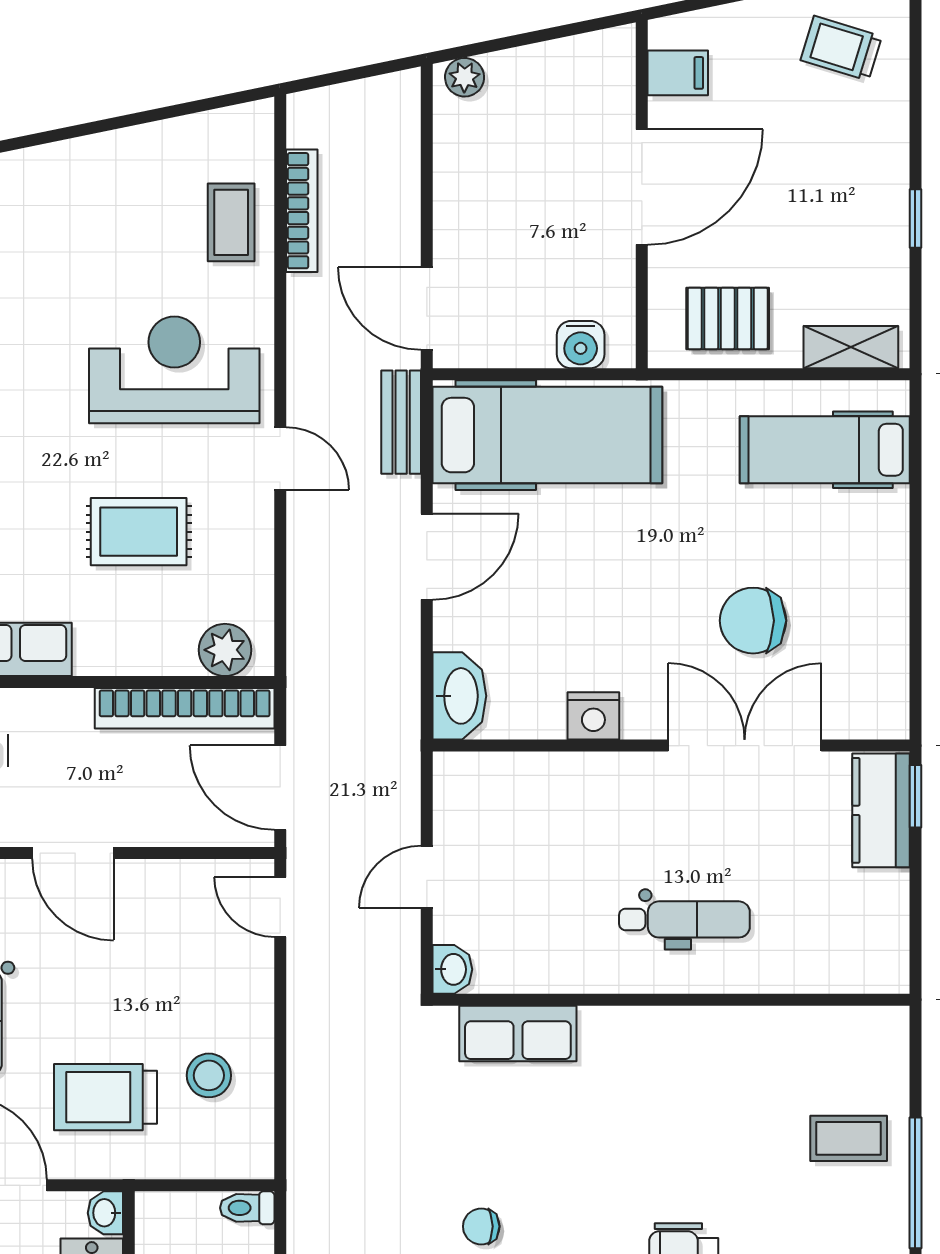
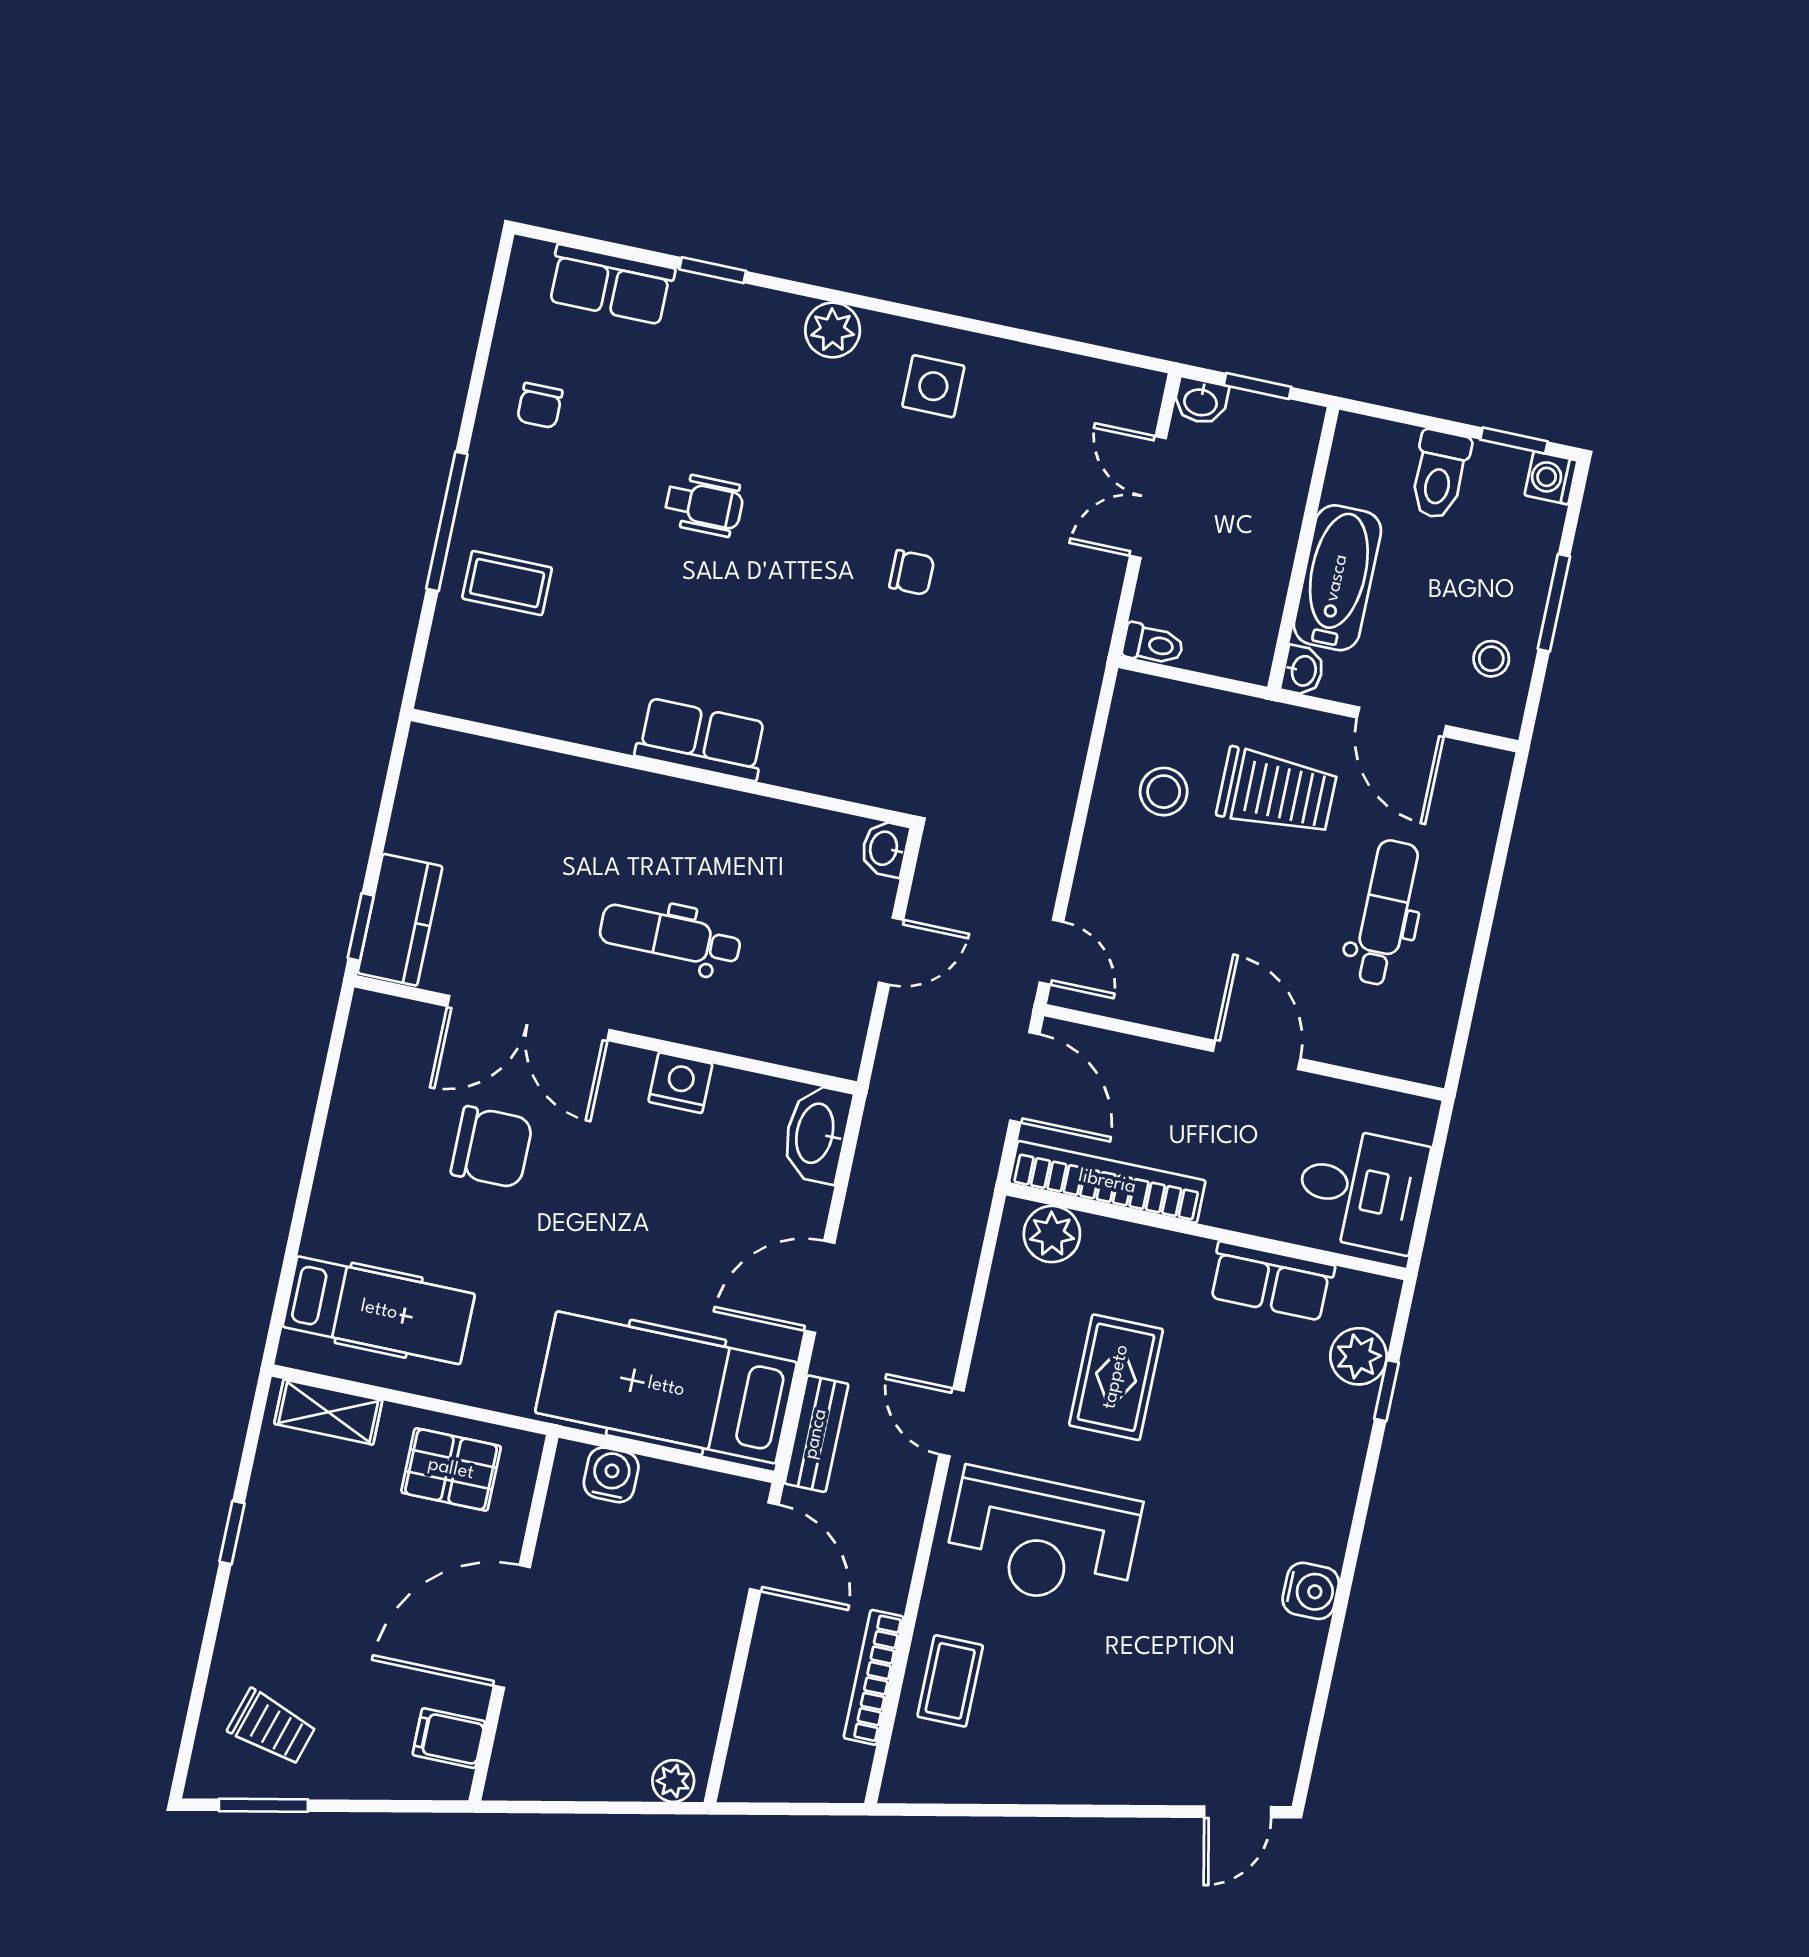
rug: (139, 532) -> (1116, 1377), turned 90
dental chair: (684, 919) -> (670, 936), moved
row of seats: (518, 1033) -> (701, 739), moved

